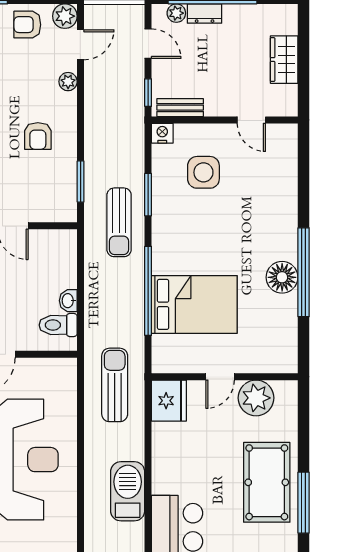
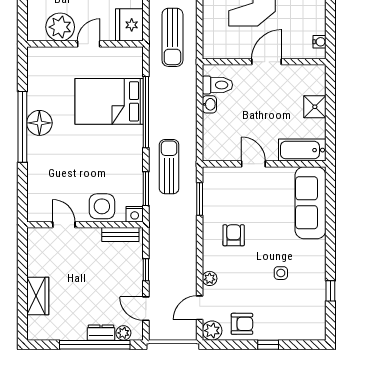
bench: (180, 108) -> (120, 235), moved
wall: (225, 120) -> (85, 225), moved
door: (251, 120) -> (64, 225), moved
nightstand: (162, 133) -> (135, 214), moved

